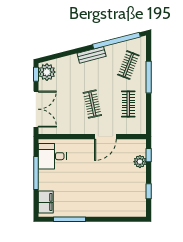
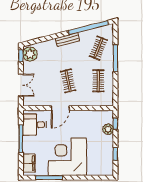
double door: (36, 109) -> (21, 85), width x0.73
door: (105, 137) -> (60, 108), moved
corner desk: (91, 194) -> (67, 157), added

